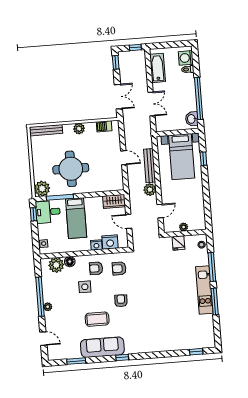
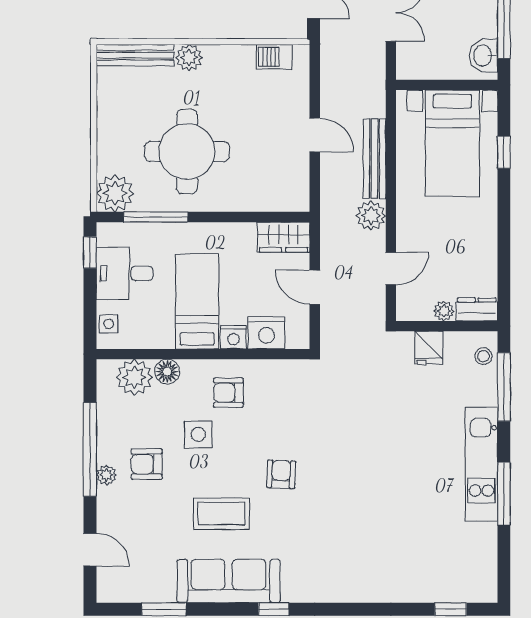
plant: (79, 129) -> (189, 58), moved
desk: (48, 212) -> (125, 273), moved
bed: (76, 218) -> (197, 301), moved, turned 180
dresser: (197, 225) -> (477, 309), added
window: (212, 267) -> (504, 387), moved
armchair: (119, 268) -> (147, 464), moved

